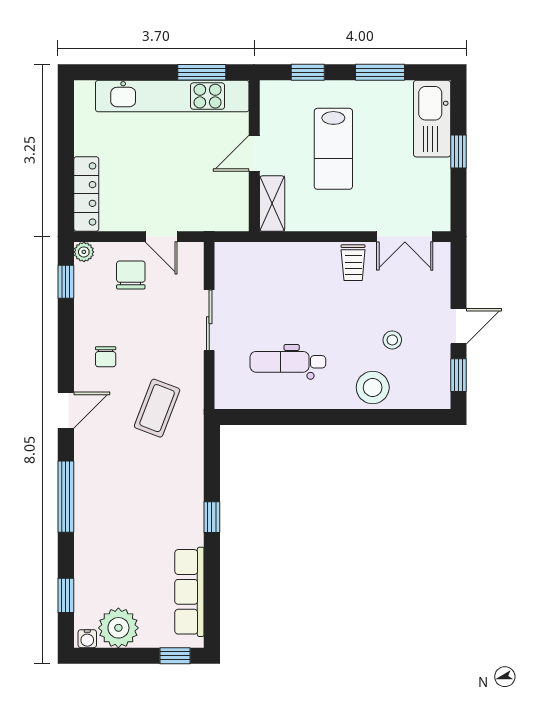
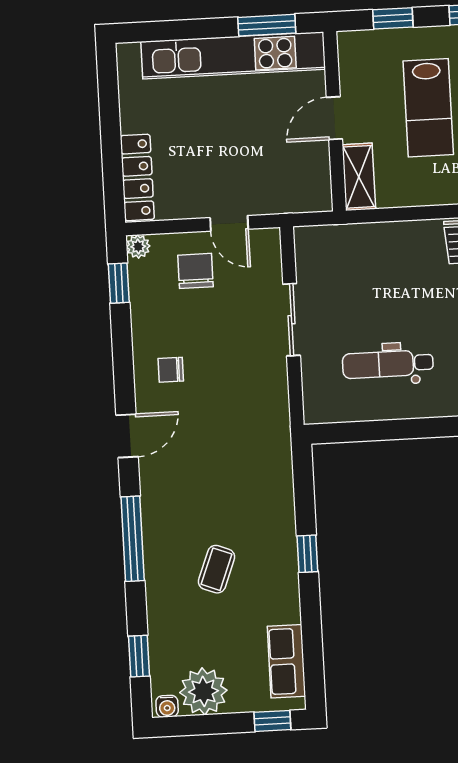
chair: (106, 357) -> (171, 370), turned 90
coffee table: (157, 408) -> (217, 569), moved, width x0.73, depth x0.77
row of seats: (189, 592) -> (286, 661), width x0.68

